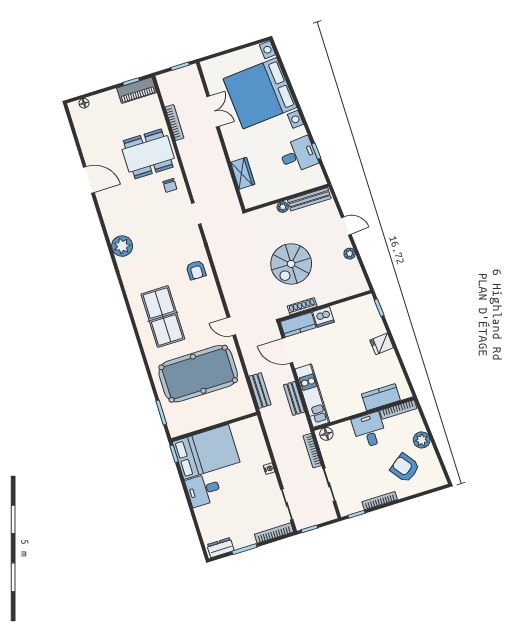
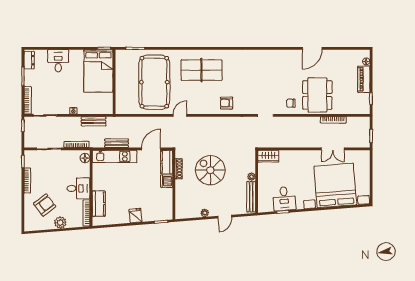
piano: (137, 90) -> (364, 79), moved
wardrobe: (243, 173) -> (268, 156), moved
plant: (122, 246) -> (259, 57), removed
bench: (260, 391) -> (94, 121), moved
desk: (203, 490) -> (58, 61), moved

